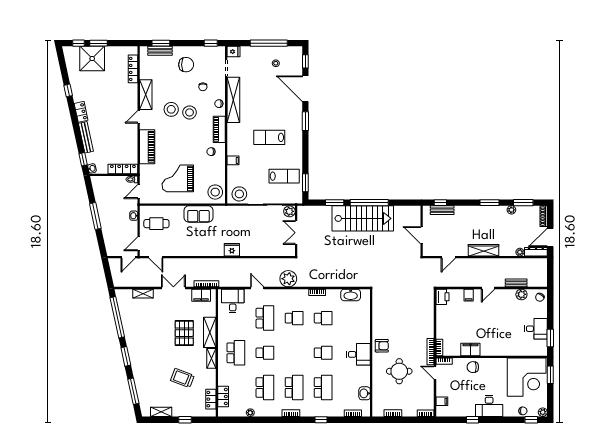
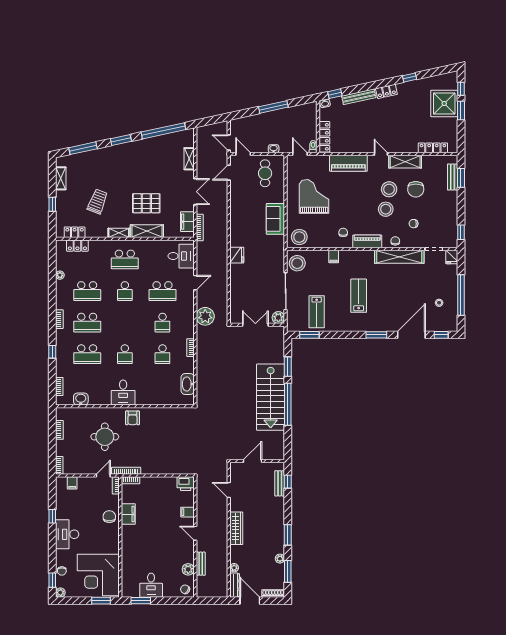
chair: (186, 65) -> (416, 189), moved

